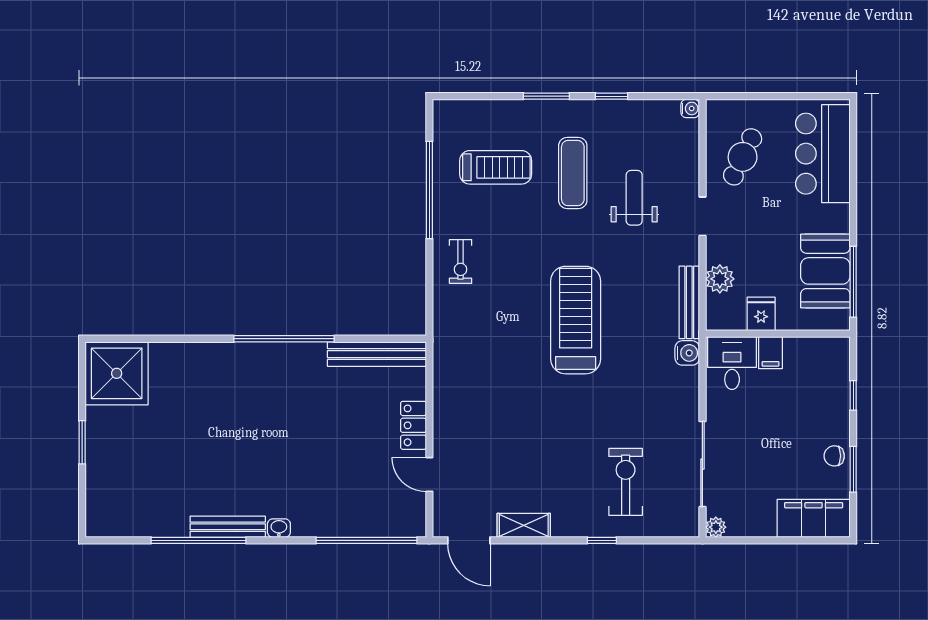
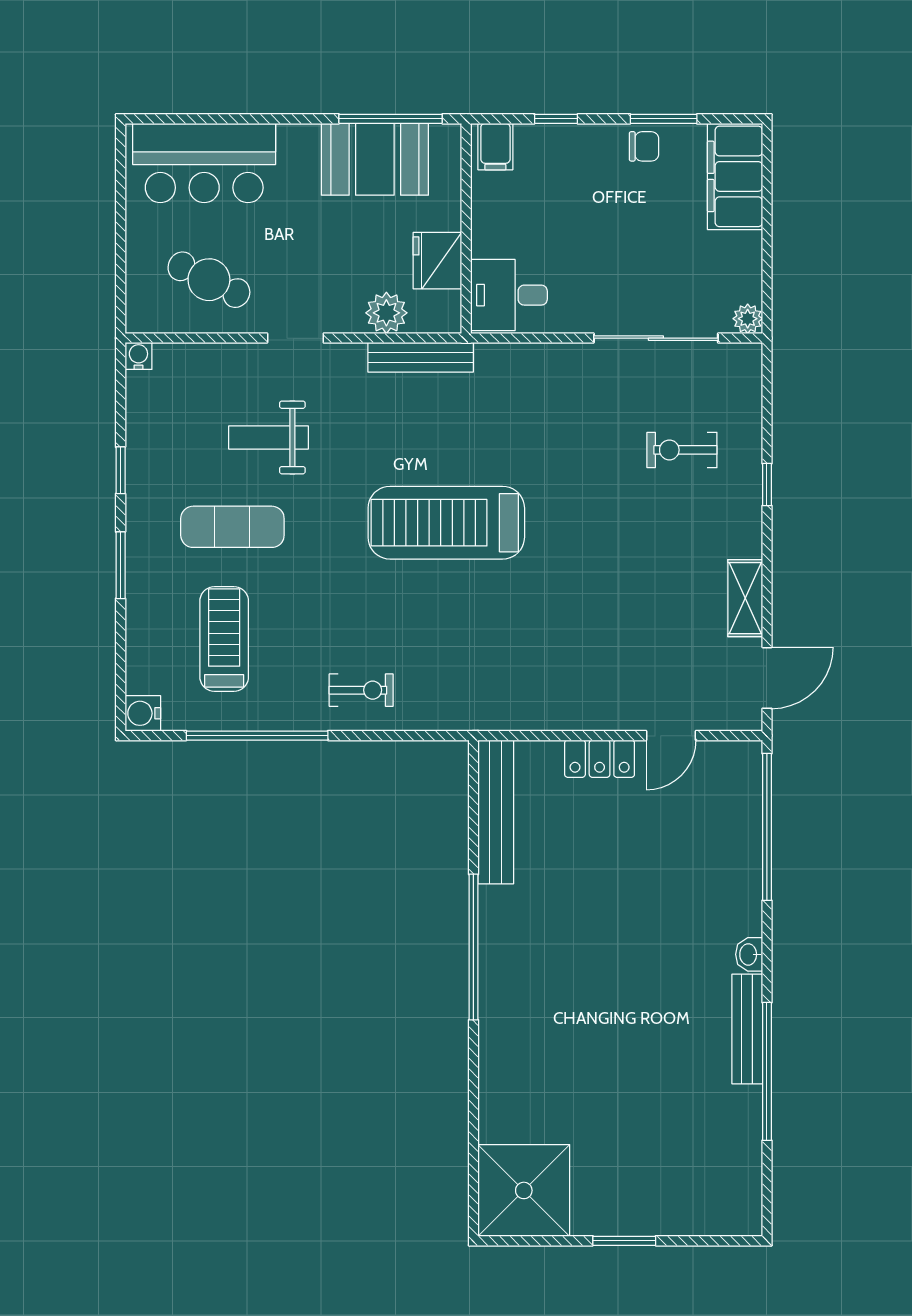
fridge: (761, 314) -> (437, 261), width x1.38
water cooler: (687, 353) -> (143, 713), moved, turned -90
filing cabinet: (770, 353) -> (495, 147), moved, turned 90
chair: (834, 456) -> (644, 146), turned -90
exercise bike: (626, 482) -> (682, 450), width x0.73, depth x0.72

